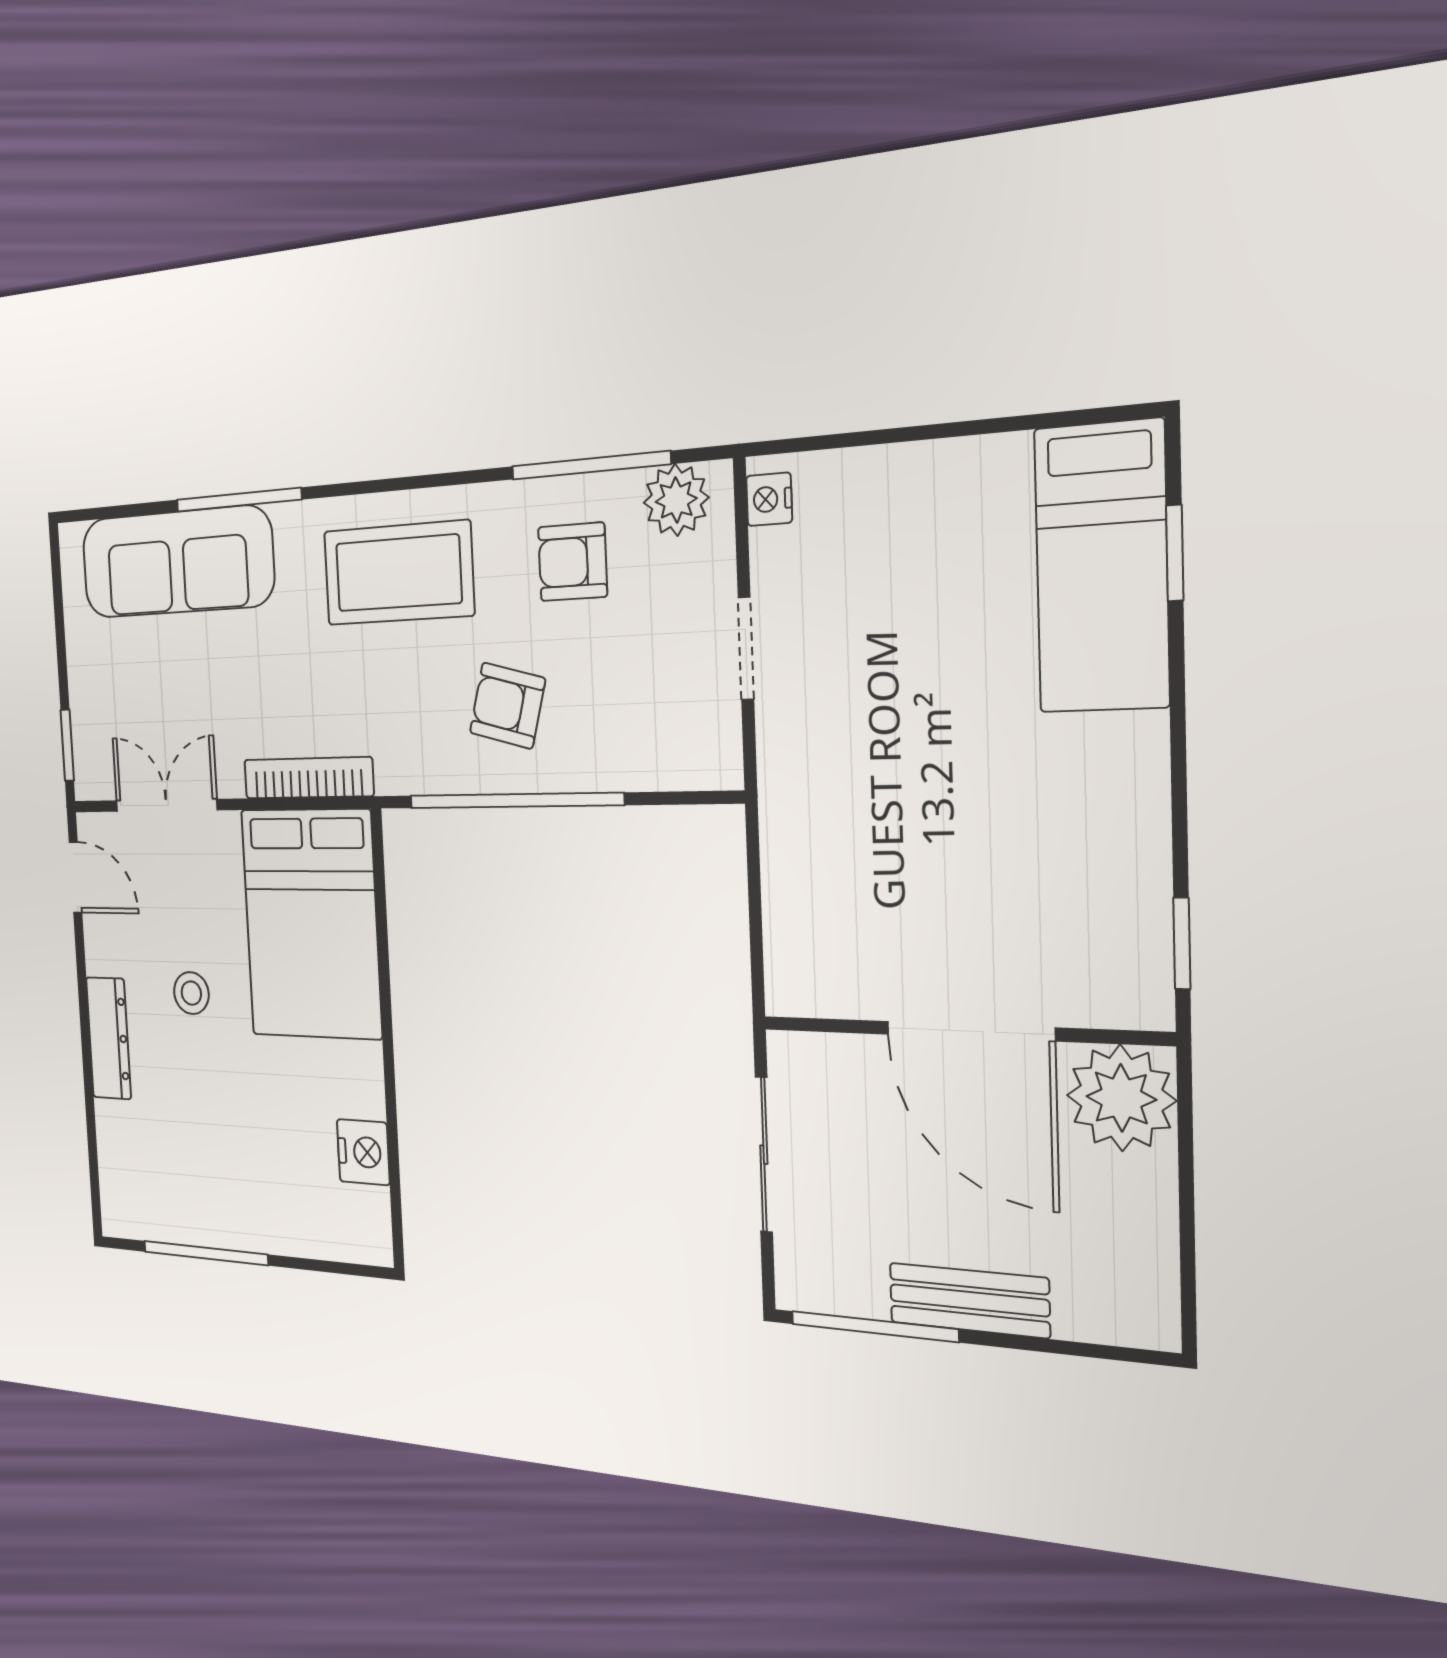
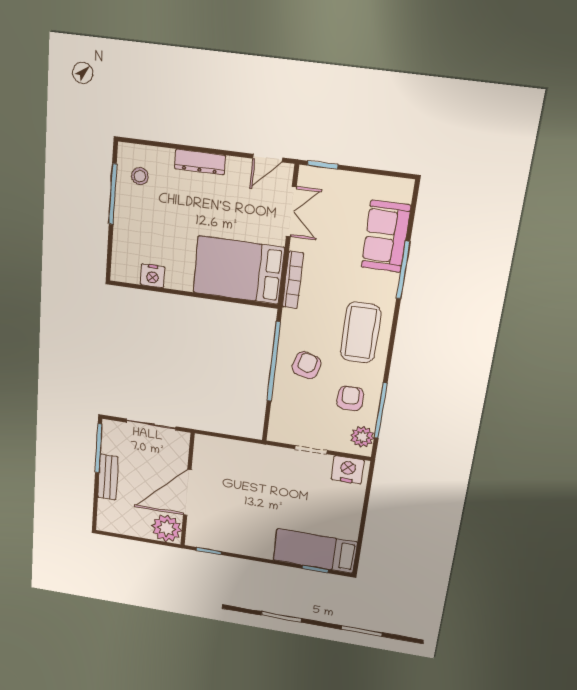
nightstand: (769, 499) -> (348, 470), width x1.89, depth x1.79
sofa: (177, 562) -> (386, 236), width x0.73
stool: (191, 993) -> (140, 176), moved

